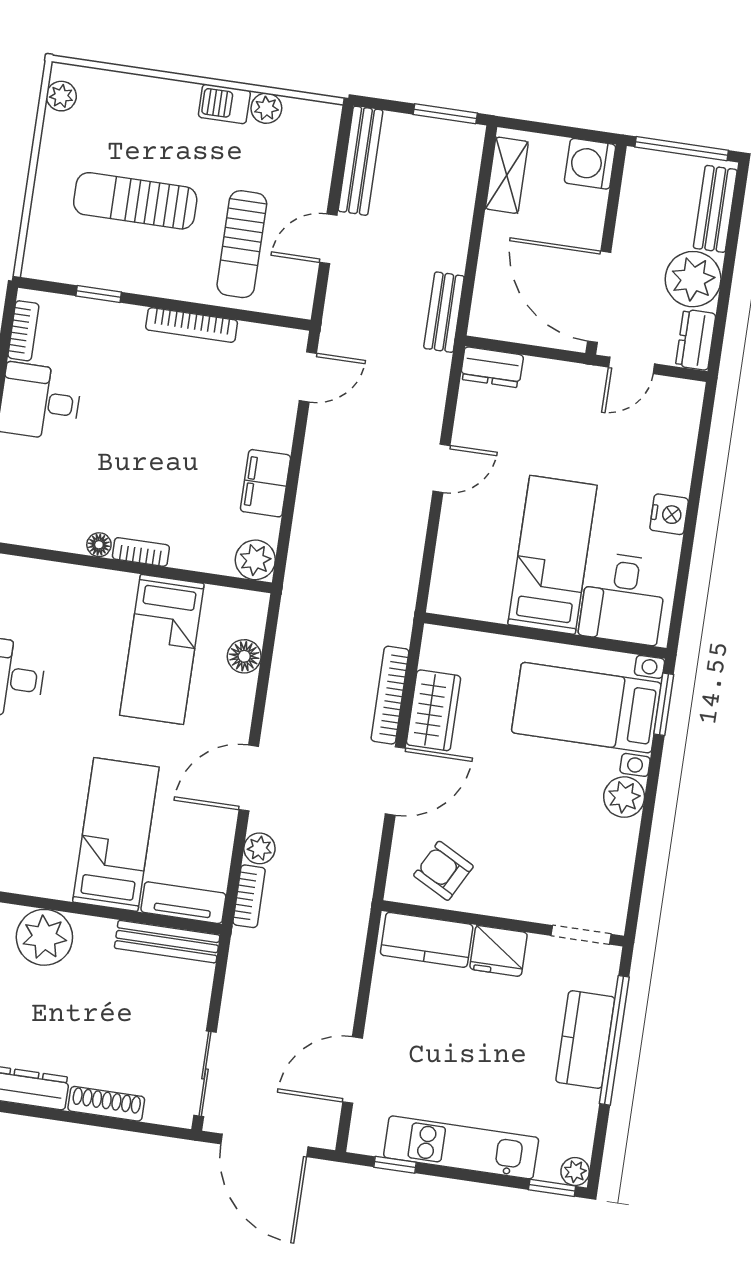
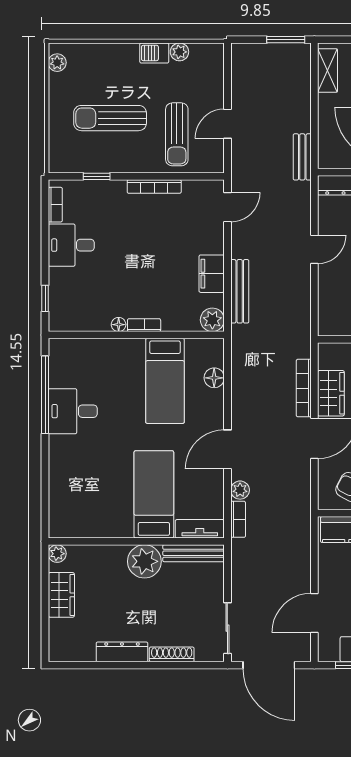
bench: (360, 161) -> (240, 291), moved
plant: (44, 937) -> (144, 561), moved

